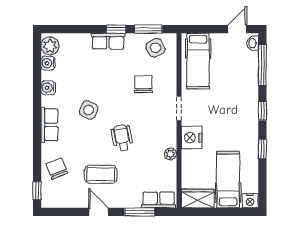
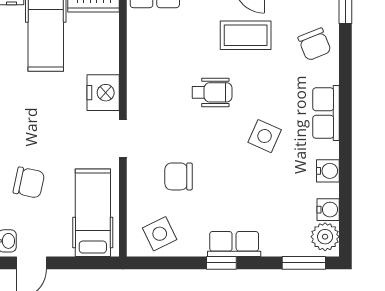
window: (148, 29) -> (304, 263), moved
chair: (239, 80) -> (29, 183), added
chair: (143, 84) -> (179, 176), turned 90
wheelchair: (122, 138) -> (212, 92), turned -79
plant: (171, 154) -> (136, 67), removed

